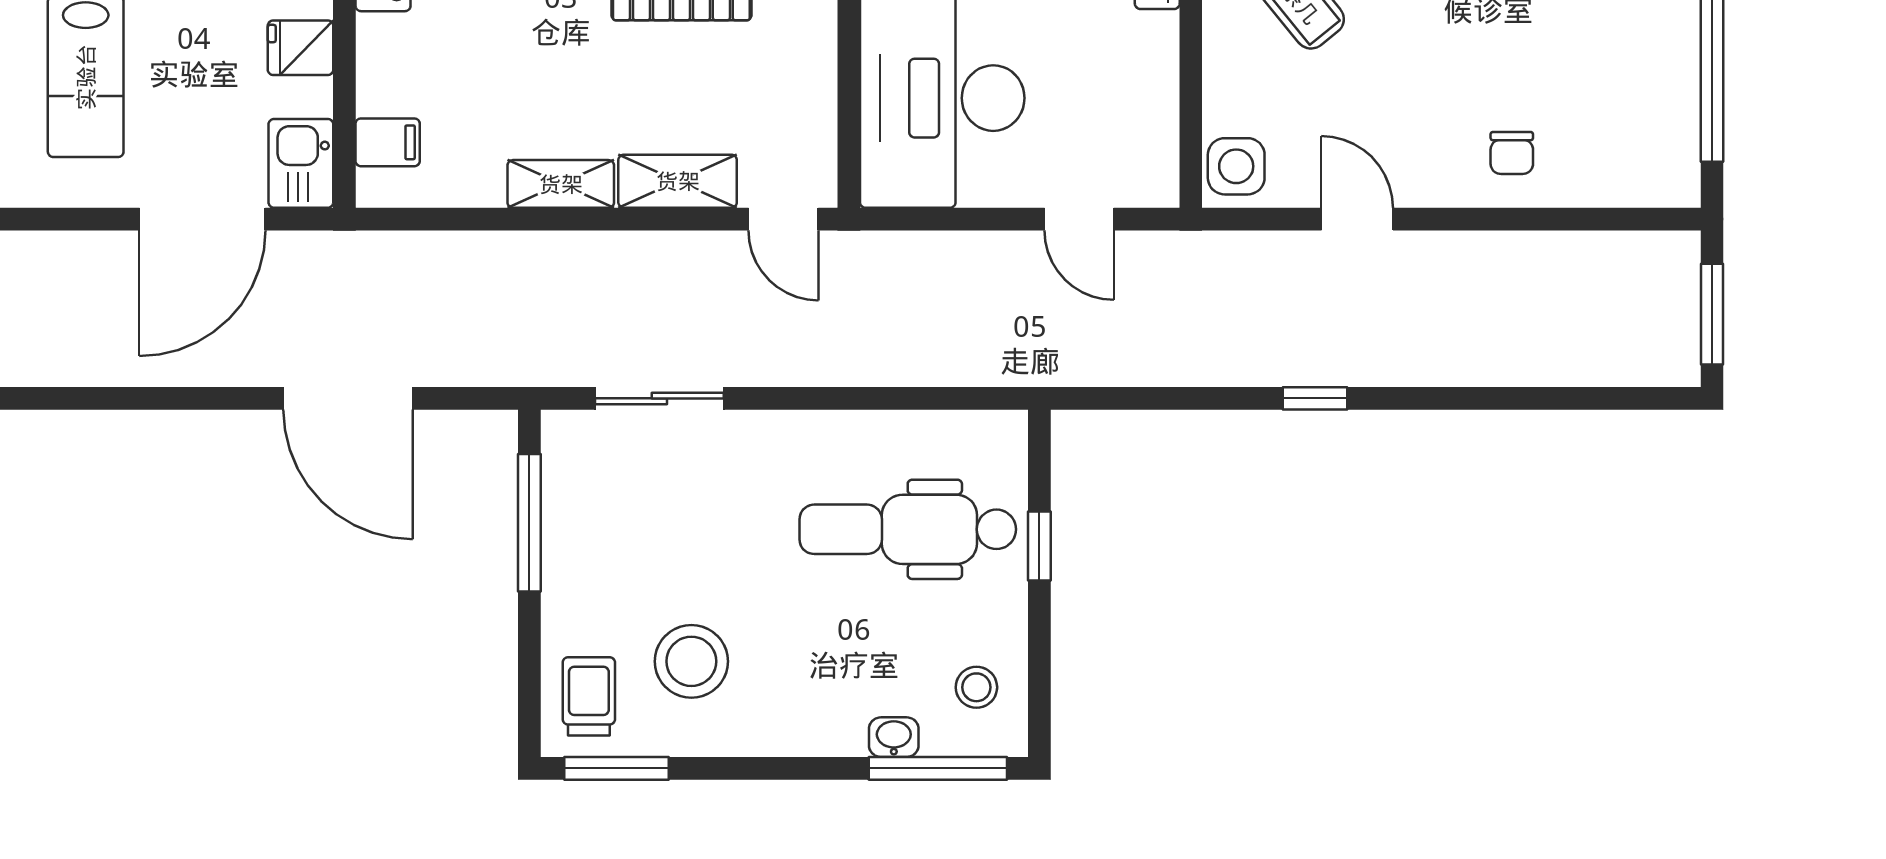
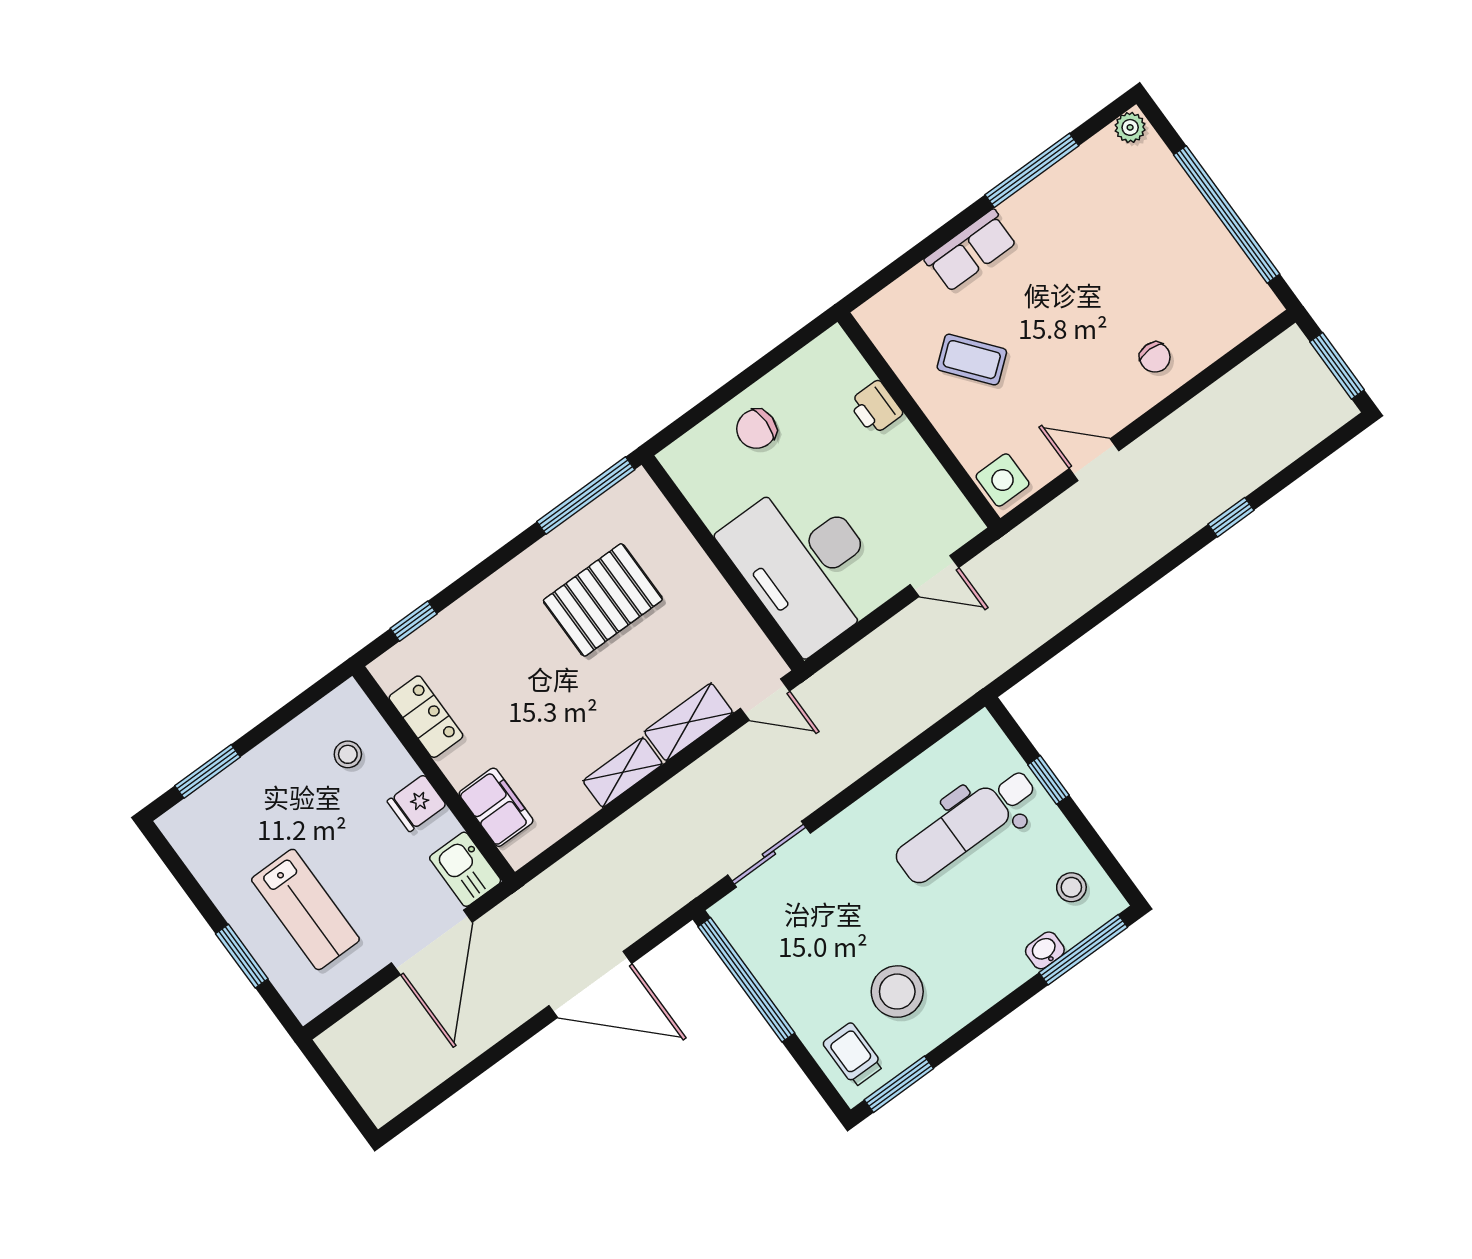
filing cabinet: (388, 142) -> (496, 807), width x2.00
window: (1315, 398) -> (1231, 517), moved
window: (529, 523) -> (746, 980), width x1.46

